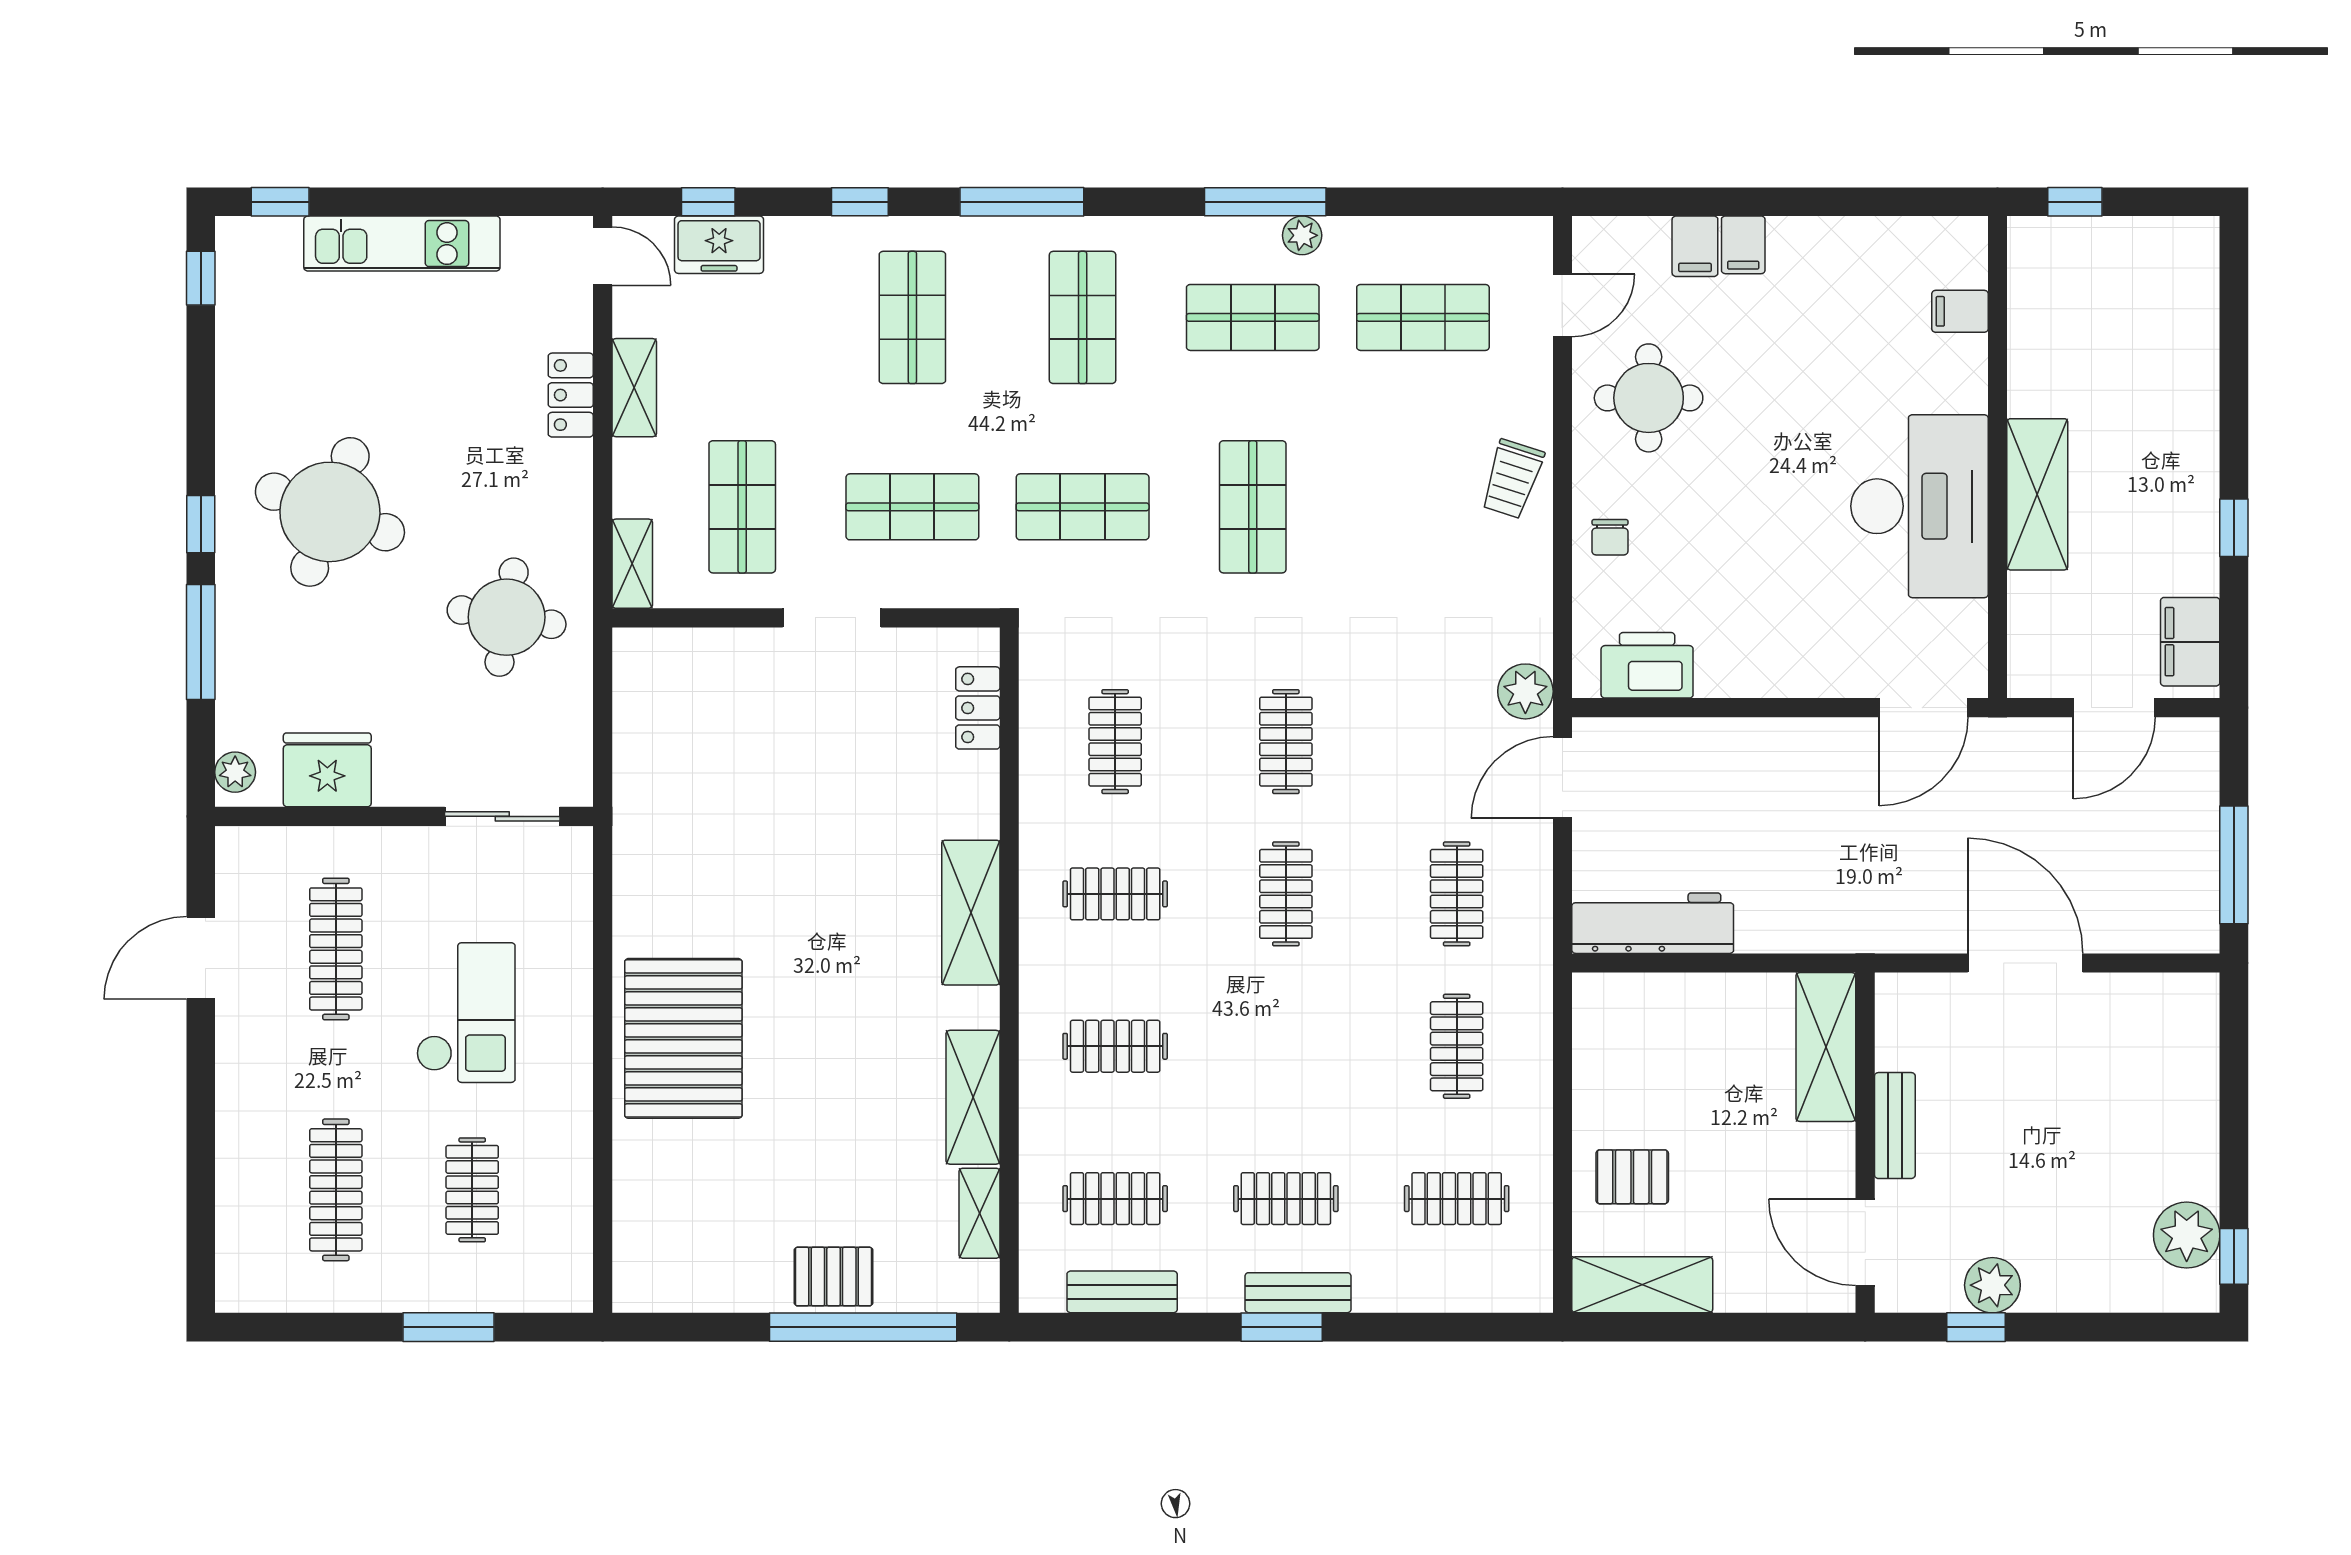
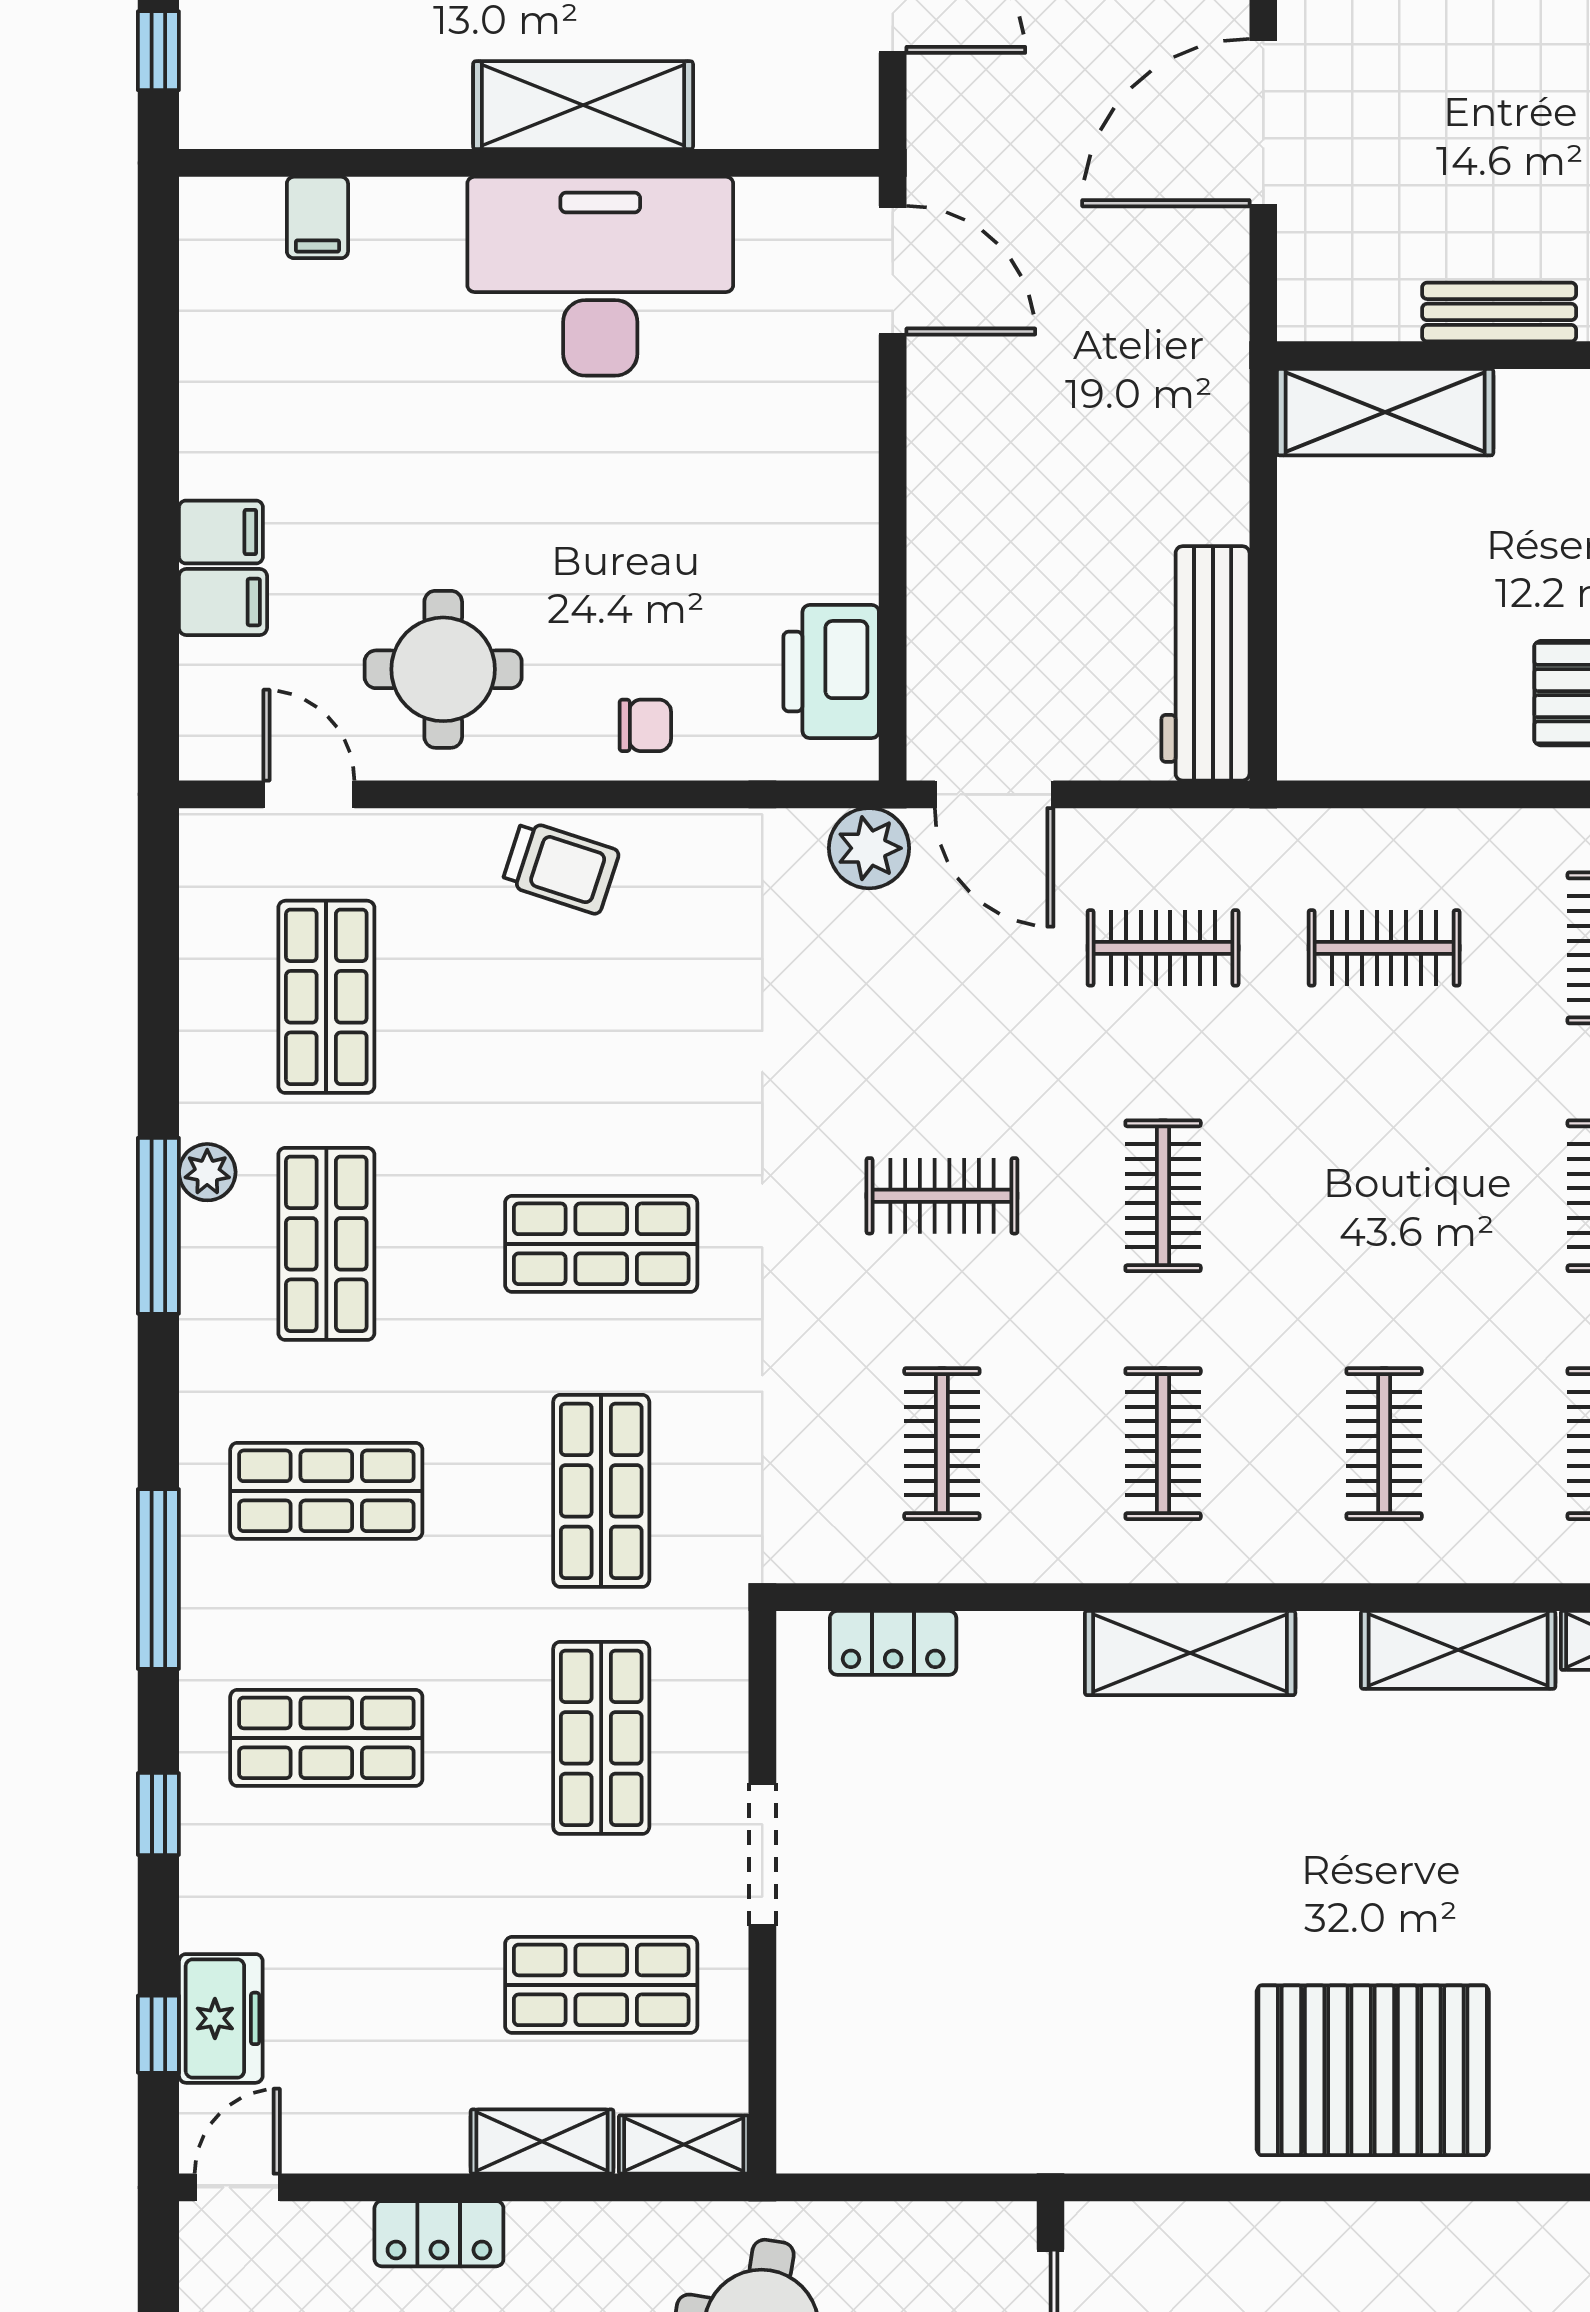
shelving: (634, 388) -> (542, 2142), moved
clothes rail: (1115, 742) -> (942, 1444), turned 90
clothes rail: (1286, 894) -> (1163, 1196), turned 90

